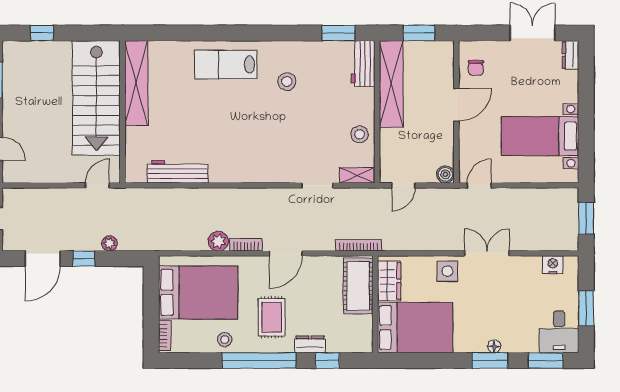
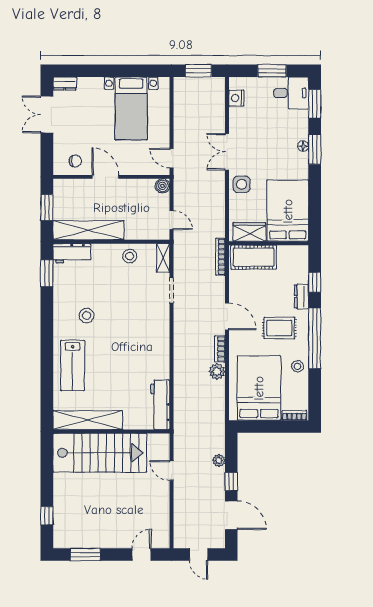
shelving: (136, 83) -> (88, 420), moved
stairs: (96, 98) -> (100, 453), moved
wall: (122, 112) -> (111, 431), moved

